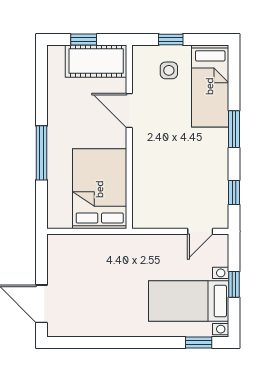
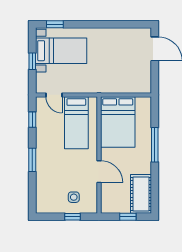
cot: (96, 61) -> (141, 194), moved, turned 90
bed: (210, 86) -> (76, 123), moved, turned 180
door: (200, 231) -> (54, 95), swing flipped

